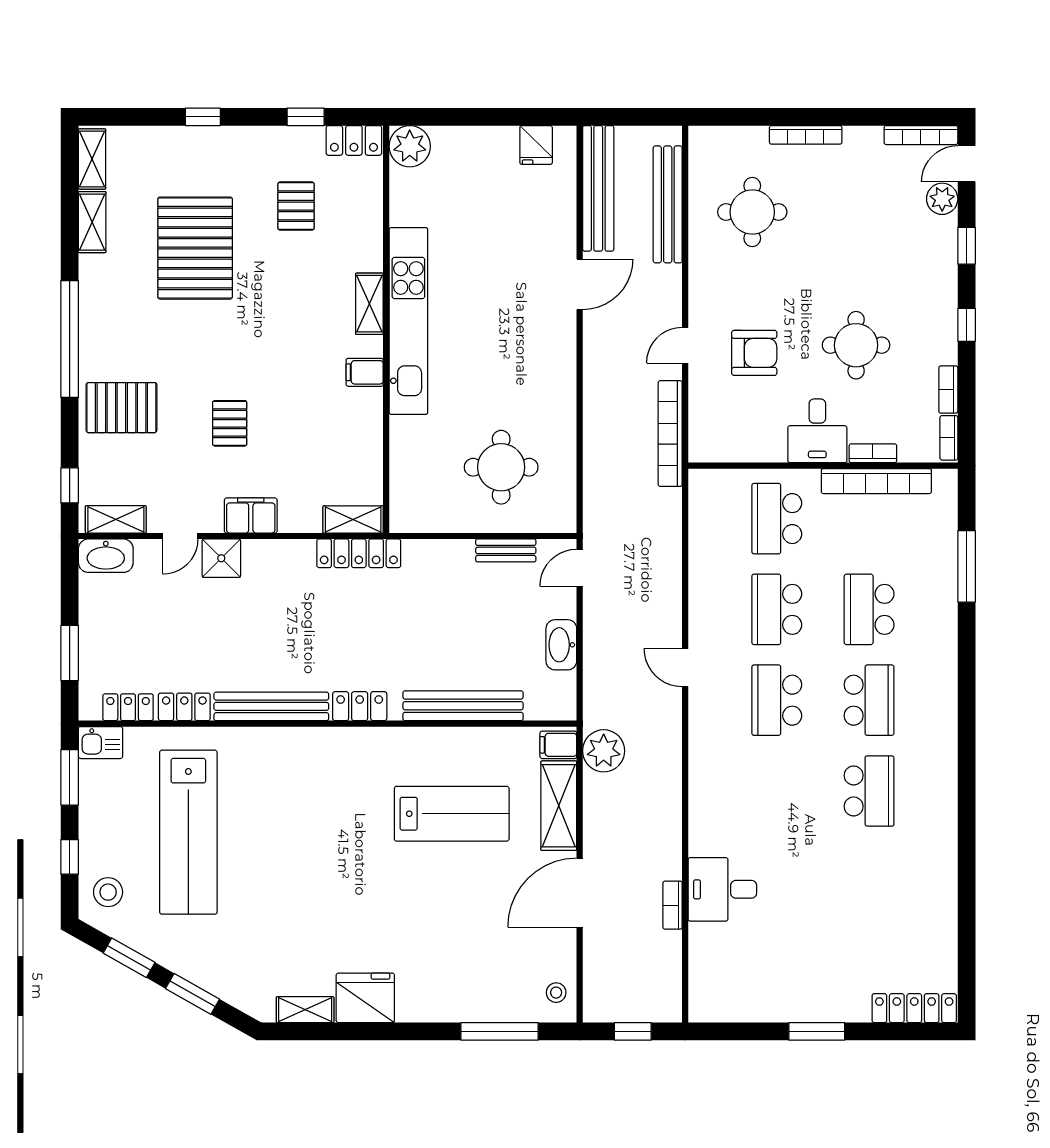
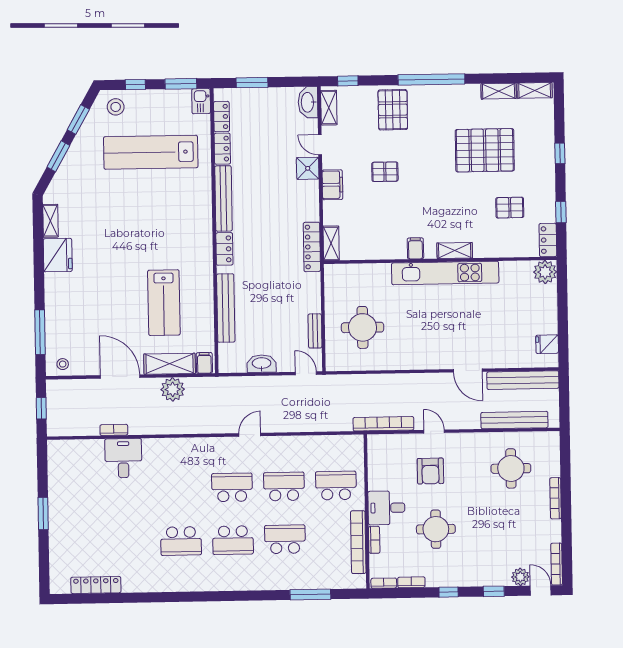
plant: (604, 751) -> (173, 389), moved
locker: (914, 1008) -> (96, 585), moved, turned -90

